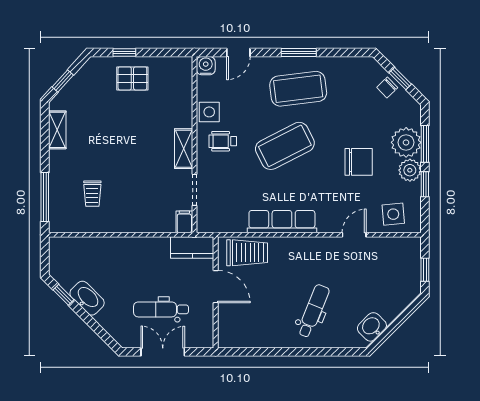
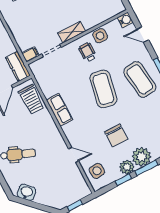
coffee table: (285, 146) -> (103, 89), turned 38
row of seats: (282, 222) -> (59, 110), width x0.68

